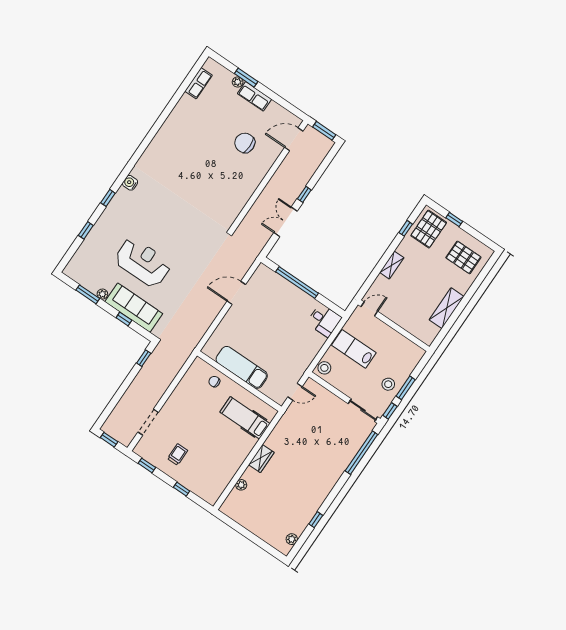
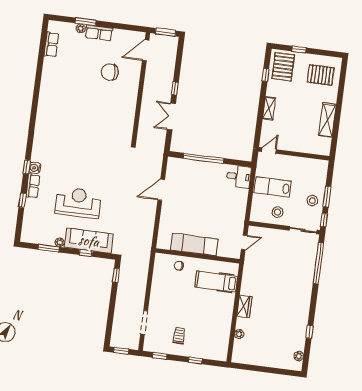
water cooler: (130, 183) -> (35, 168), moved
row of seats: (104, 221) -> (33, 186), added
stool: (324, 368) -> (278, 212), moved

